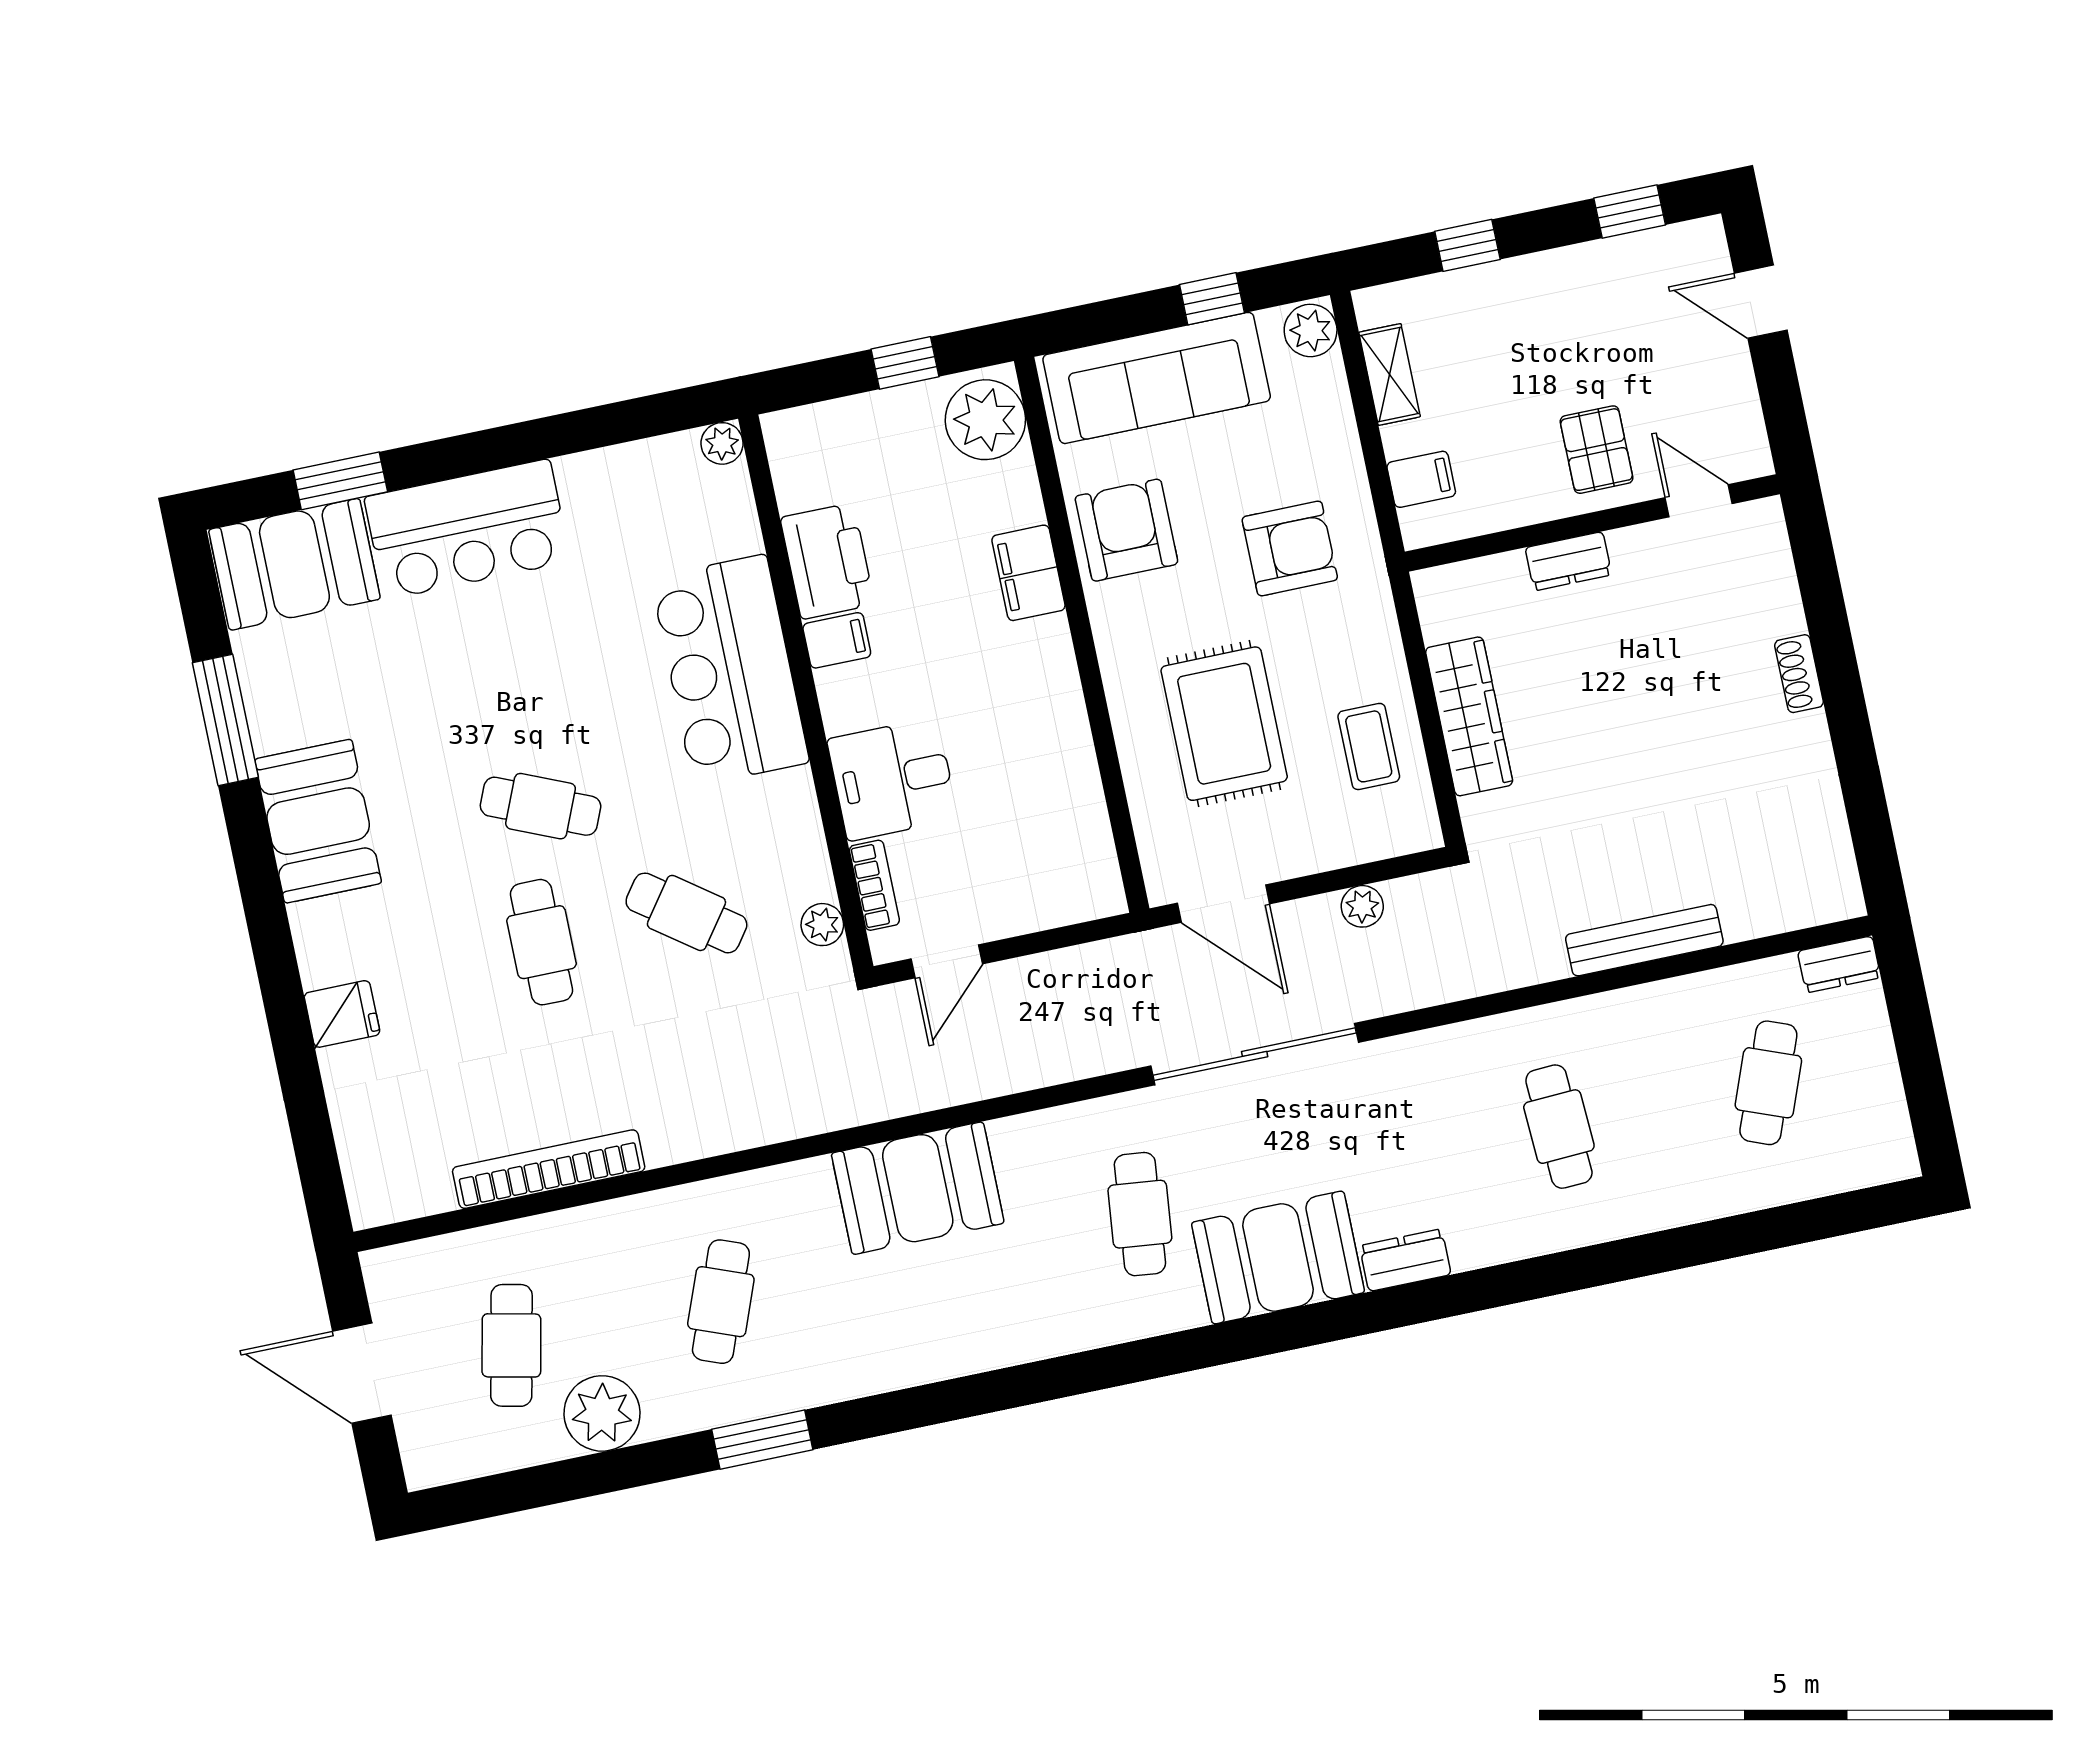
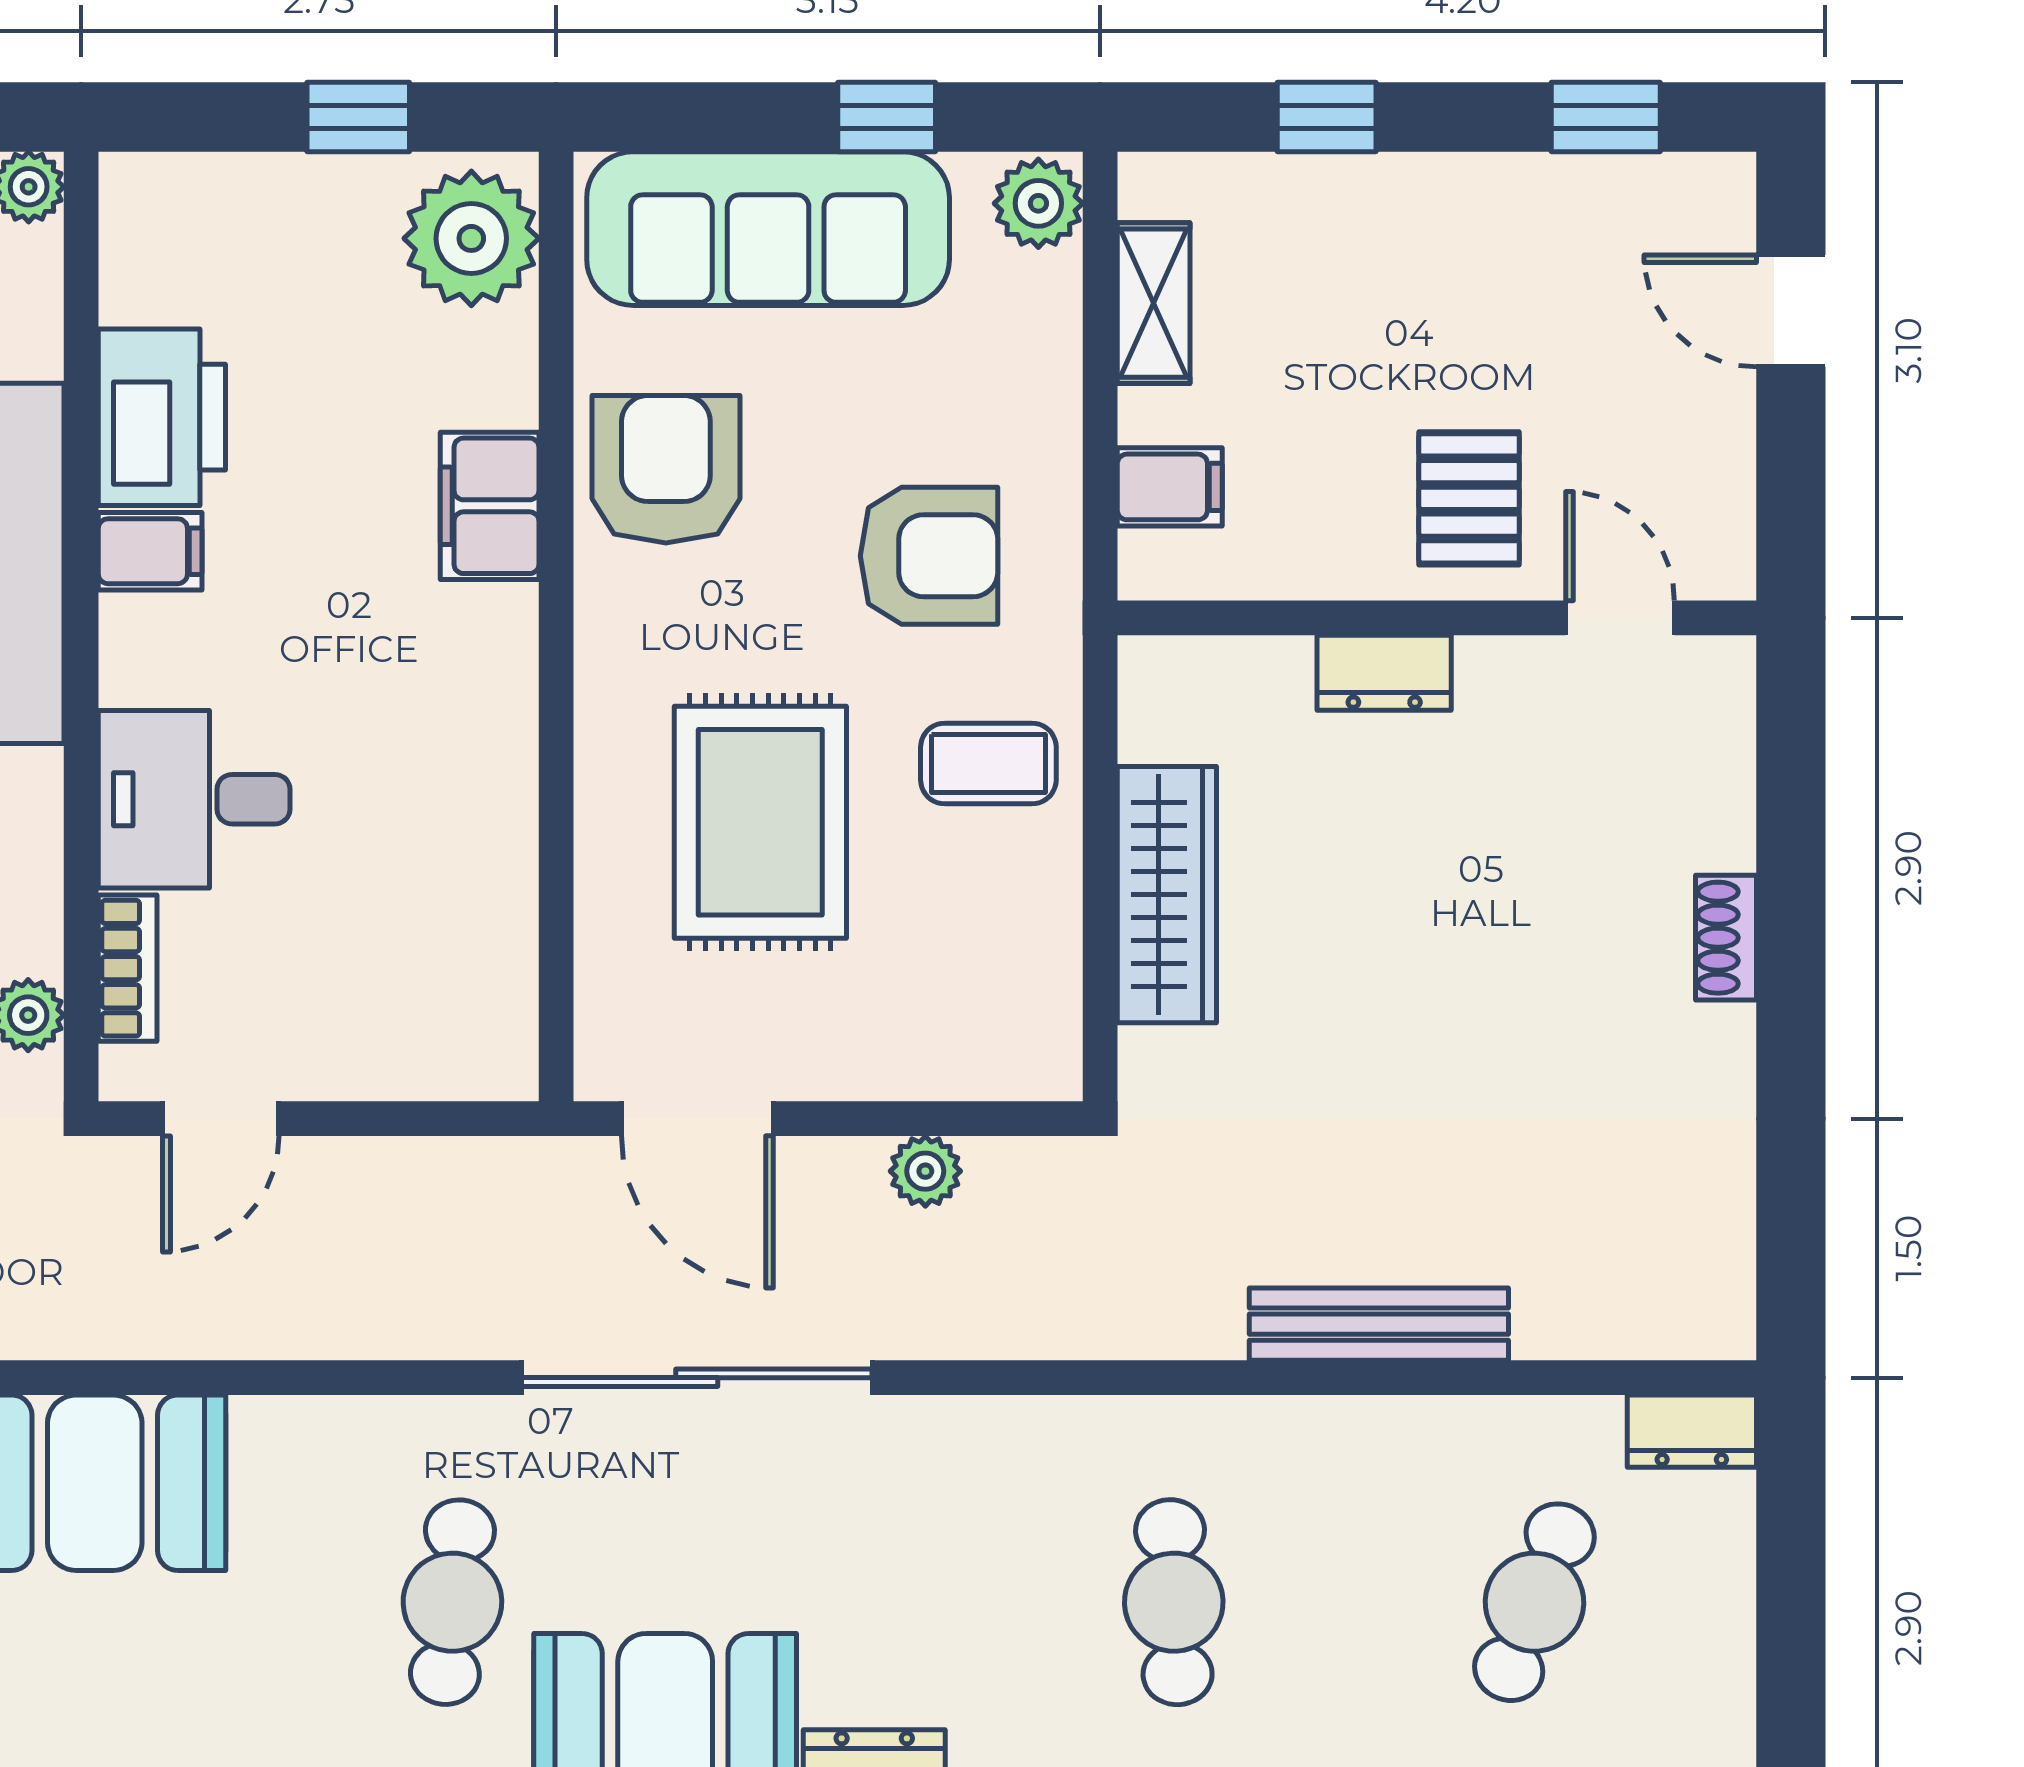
coffee table: (1369, 746) -> (988, 763), moved, turned 90

